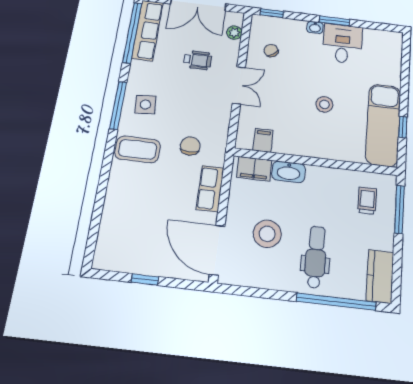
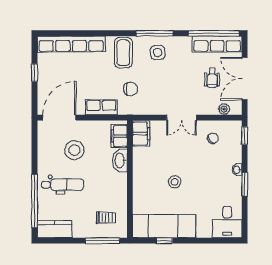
desk: (342, 44) -> (227, 222), moved, turned 90
wheelchair: (198, 60) -> (212, 78), moved
filing cabinet: (263, 140) -> (141, 134), width x2.00
row of seats: (112, 220) -> (71, 44), added

